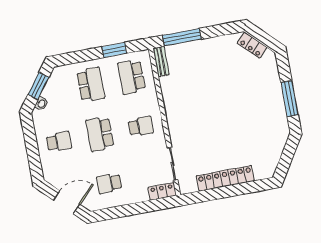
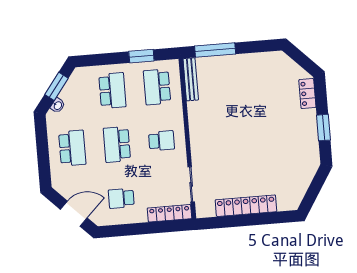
locker: (252, 45) -> (307, 94), moved, turned 45
bench: (161, 61) -> (191, 79), width x1.36
window: (290, 99) -> (323, 128), width x0.69
school desk: (59, 142) -> (72, 148), width x1.85
locker: (162, 191) -> (169, 213), width x1.53

